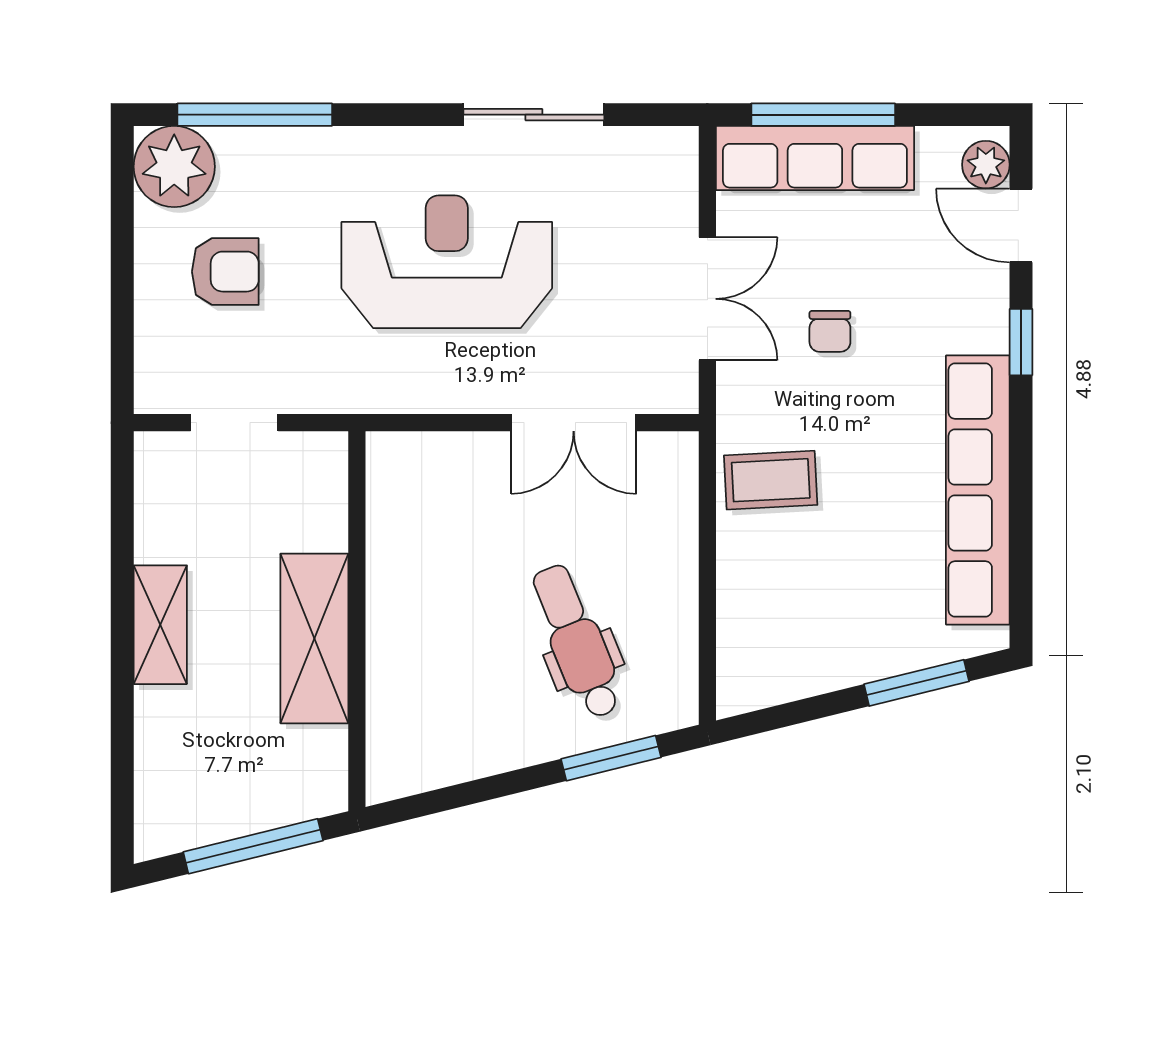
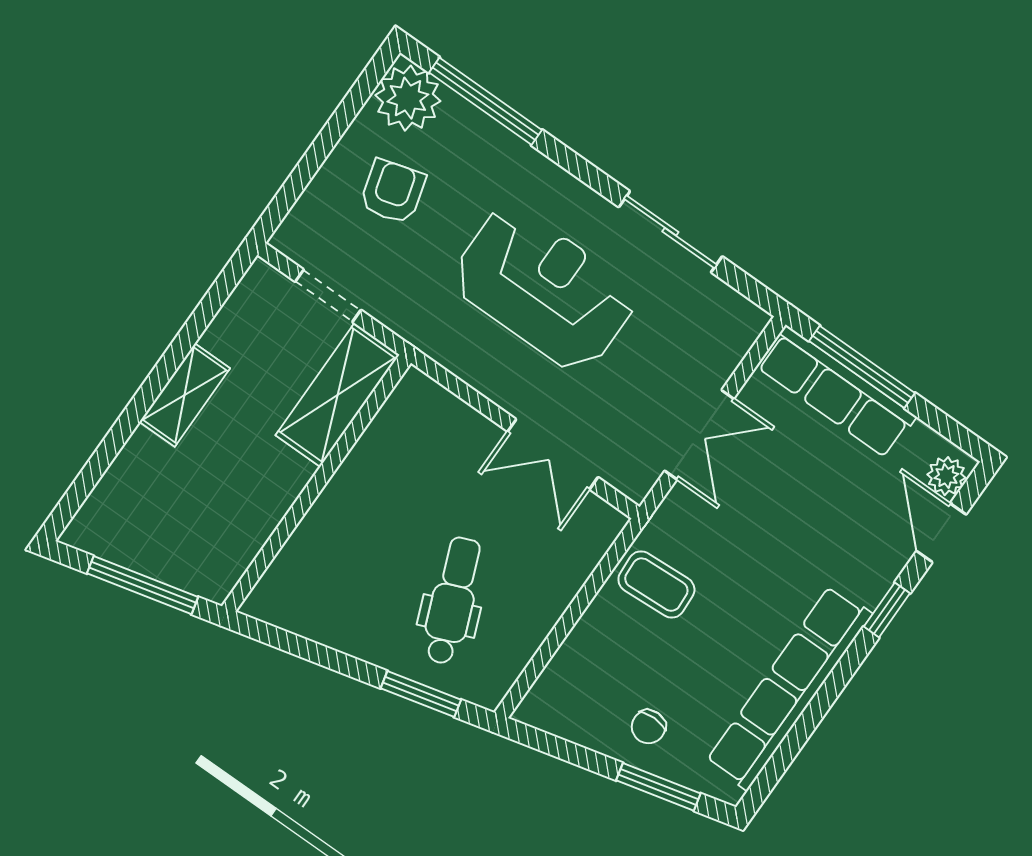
armchair: (225, 272) -> (393, 192), turned -106
chair: (830, 331) -> (648, 727), moved
shelving: (314, 638) -> (337, 395), moved

